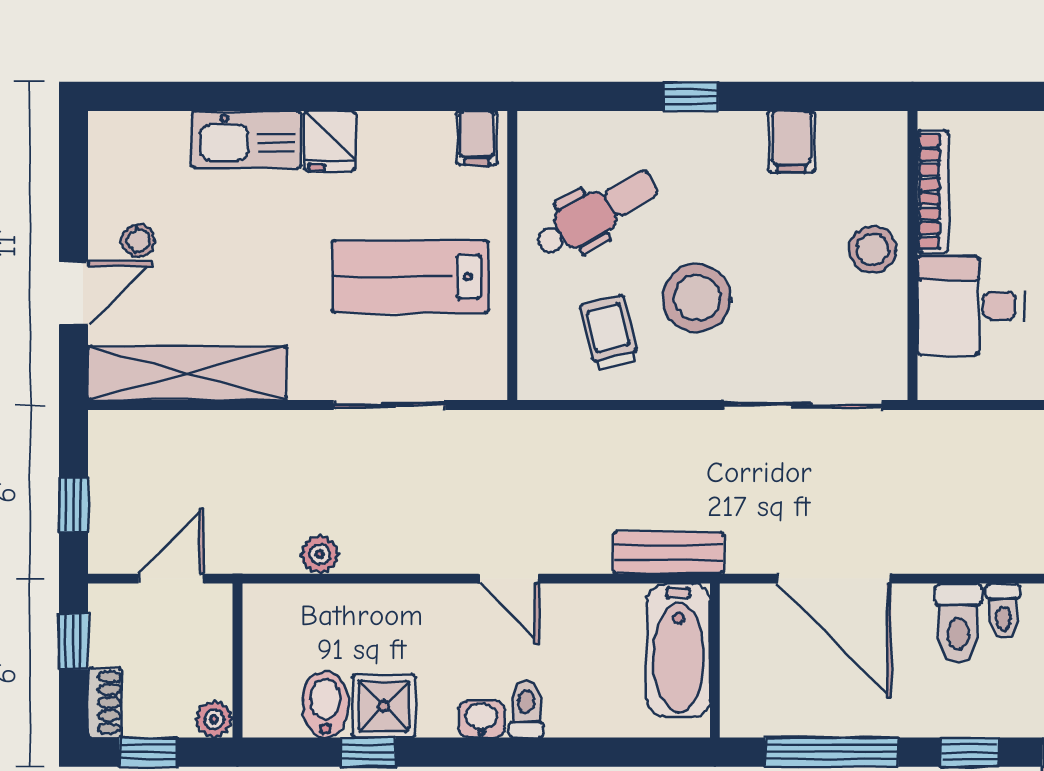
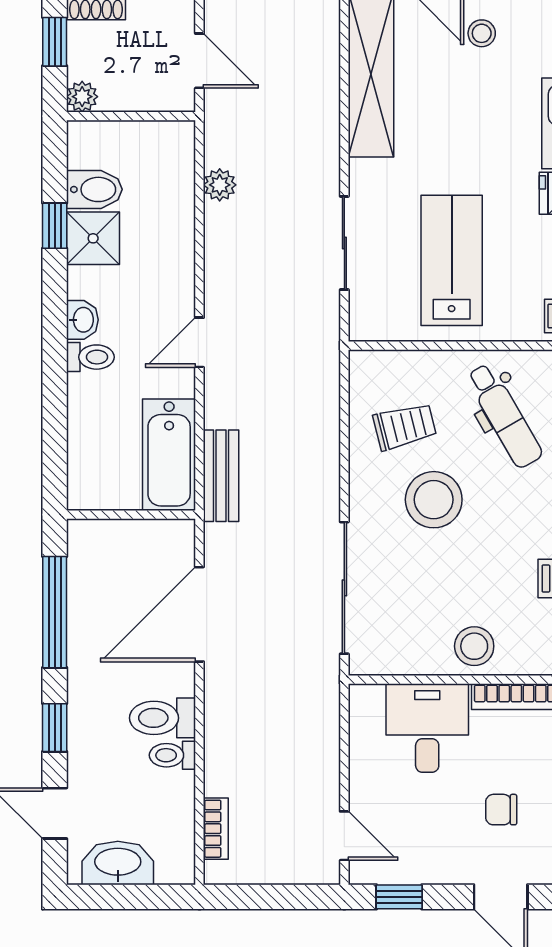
bathtub: (678, 650) -> (169, 455), moved, turned -90

